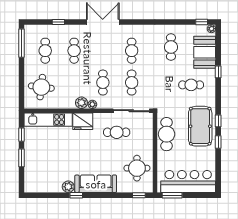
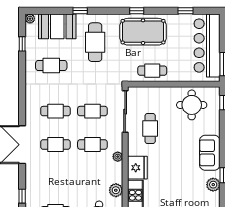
window: (202, 22) -> (22, 44), moved
cafe table: (74, 51) -> (55, 144), moved
cafe table: (191, 85) -> (95, 42), width x1.37, depth x1.35
plant: (81, 103) -> (116, 190), moved
cafe table: (167, 134) -> (152, 71), width x0.73, depth x0.74
window: (218, 142) -> (185, 11), moved
sofa: (96, 184) -> (210, 153), width x0.73

